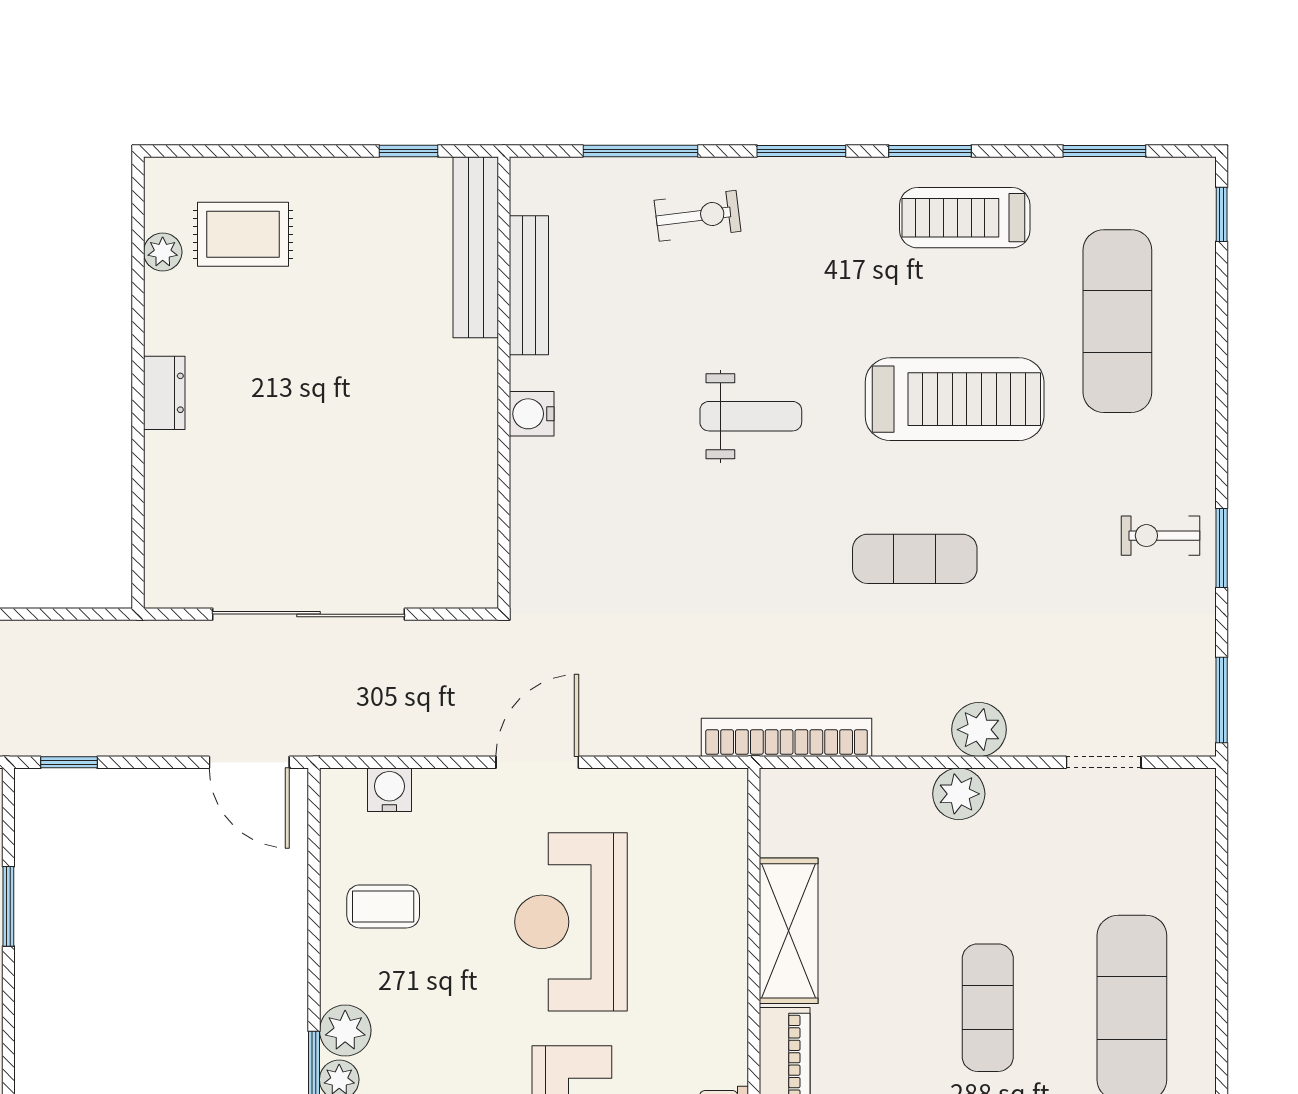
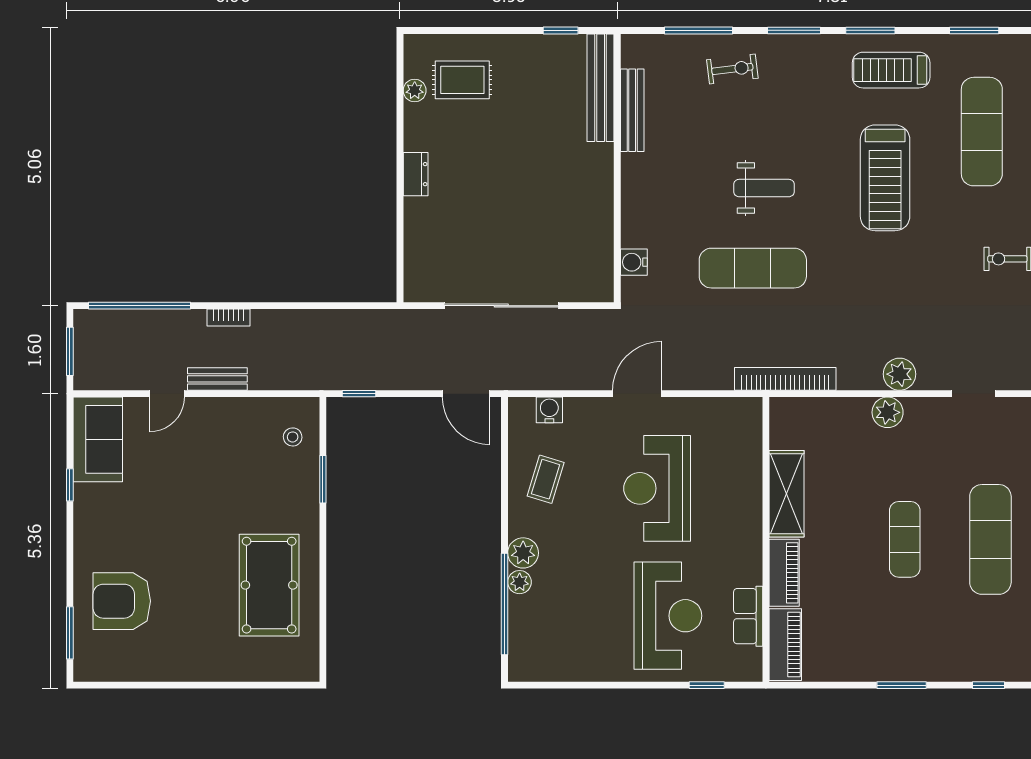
treadmill: (955, 399) -> (885, 178), turned 90
water cooler: (532, 414) -> (634, 262), moved
exercise mat: (915, 559) -> (753, 268), moved, width x1.36, depth x1.45
coffee table: (383, 906) -> (546, 479), turned -73

